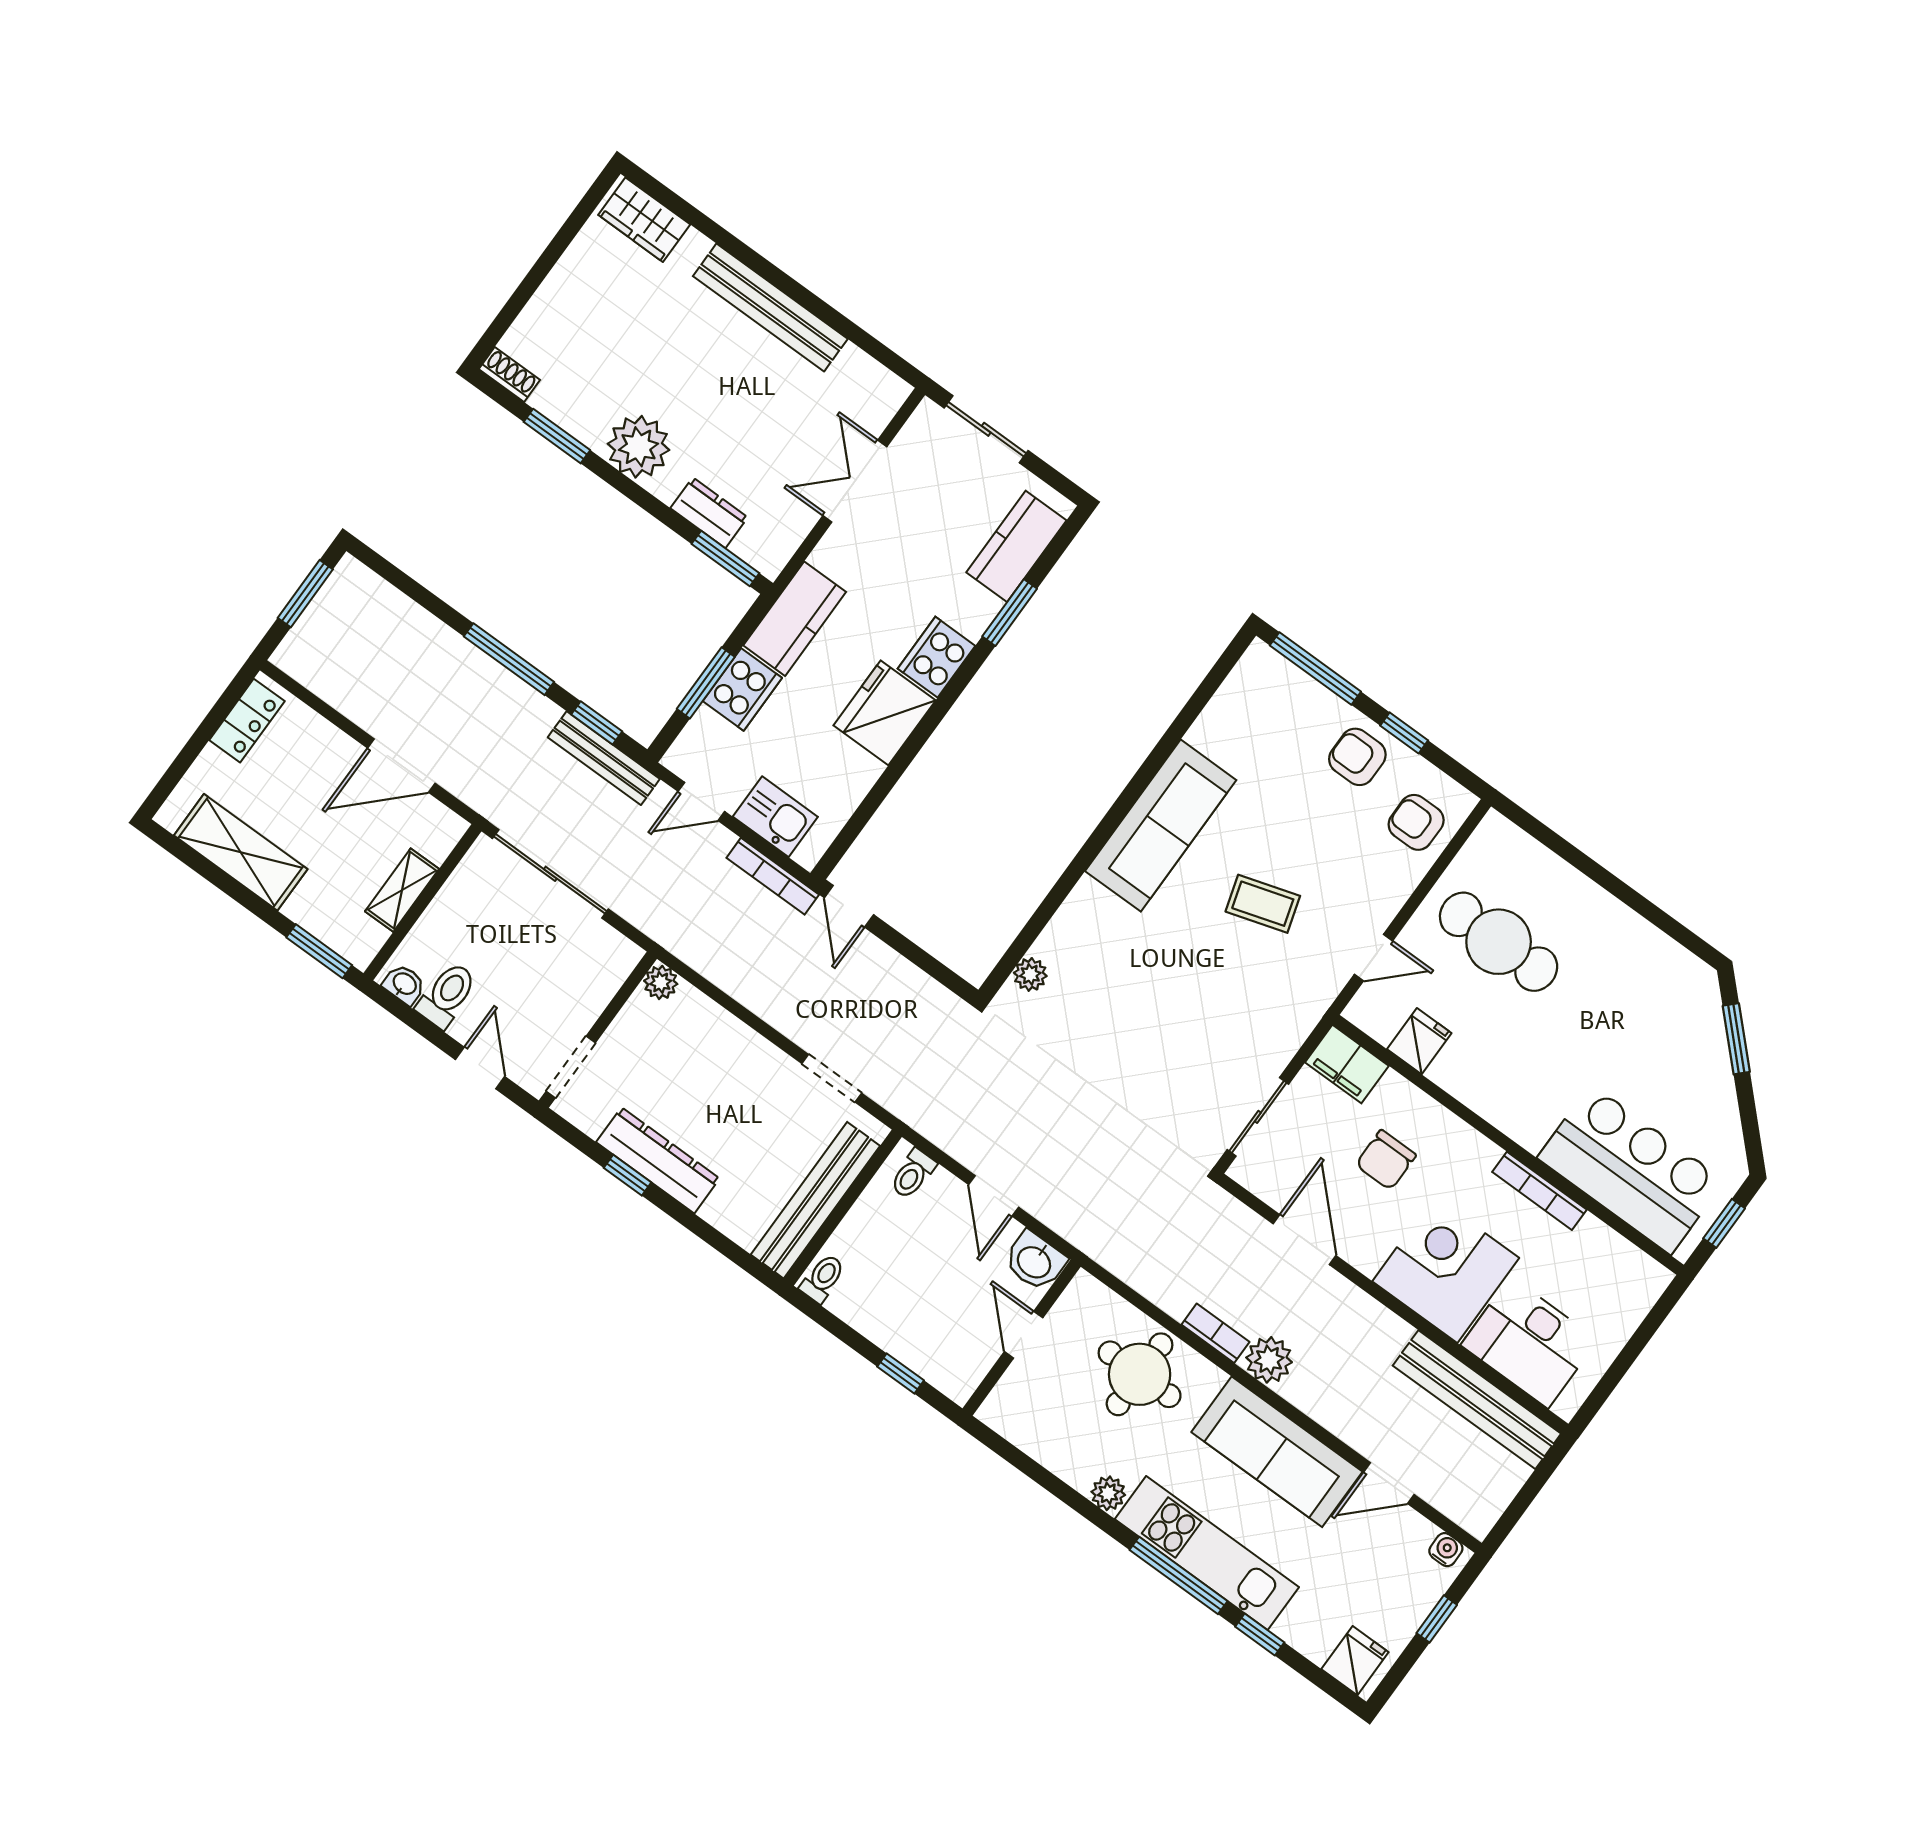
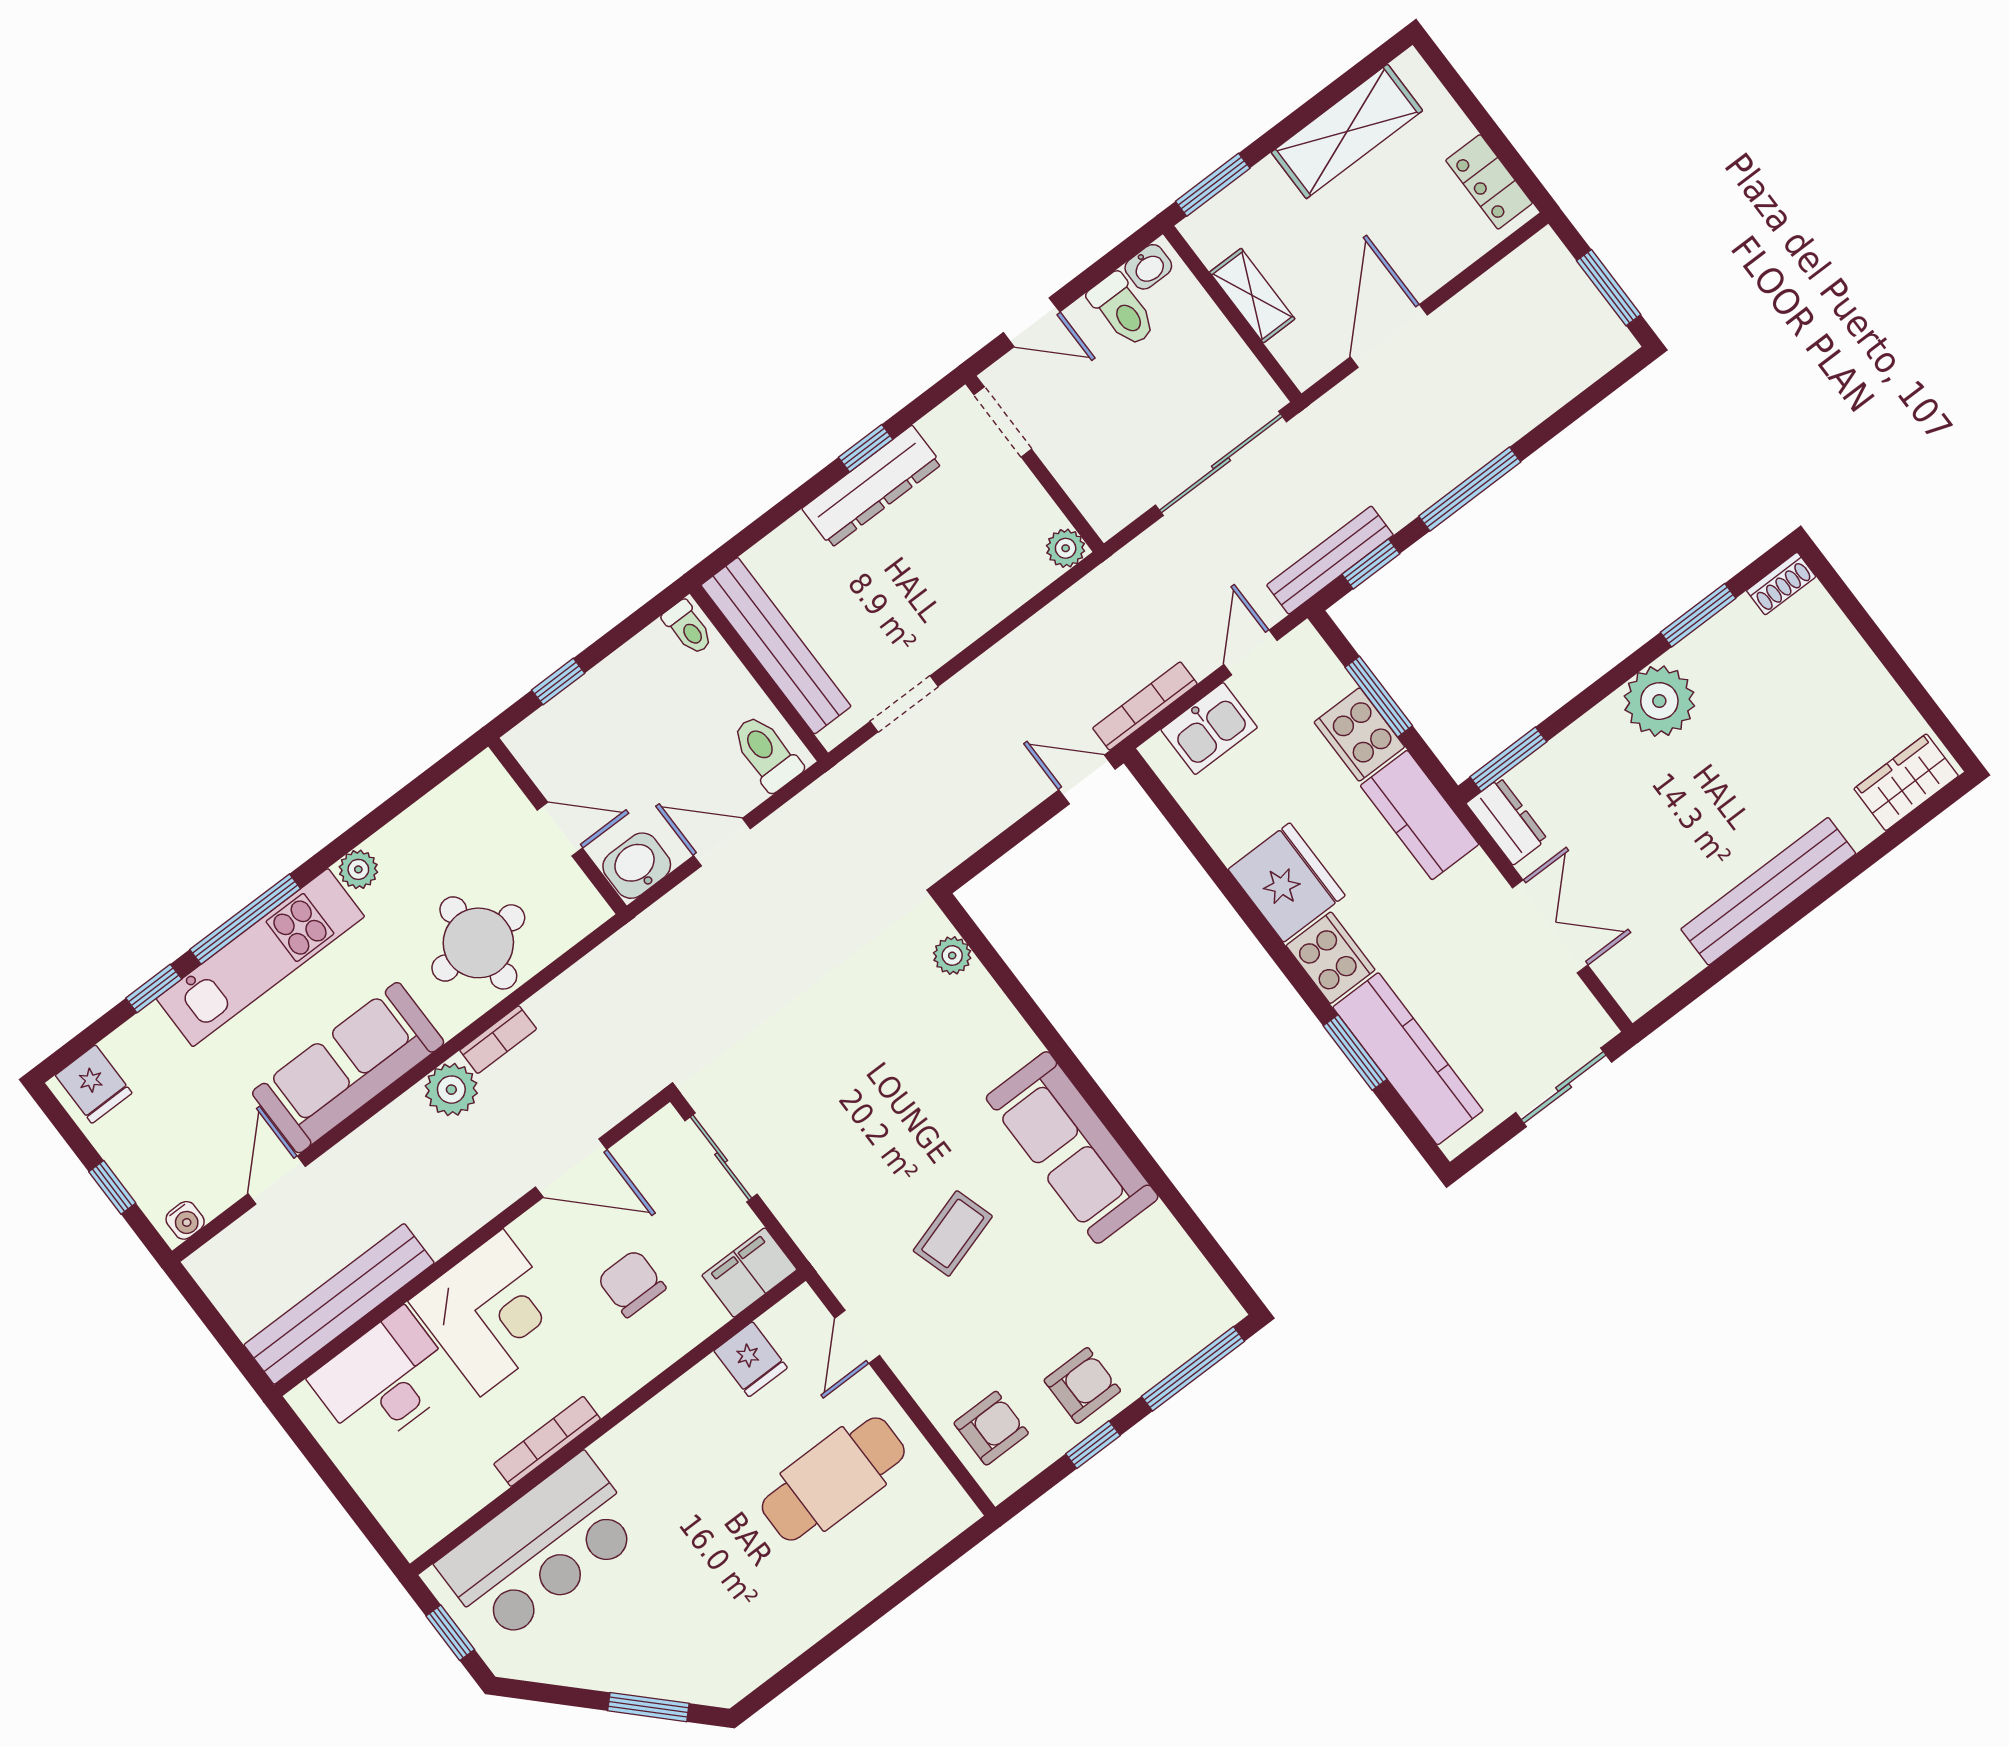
dresser: (709, 513) -> (1507, 821), moved, turned -90
kitchen counter: (1016, 546) -> (1408, 1059), width x1.50
toilet: (913, 1174) -> (766, 753), width x1.37, depth x1.39

